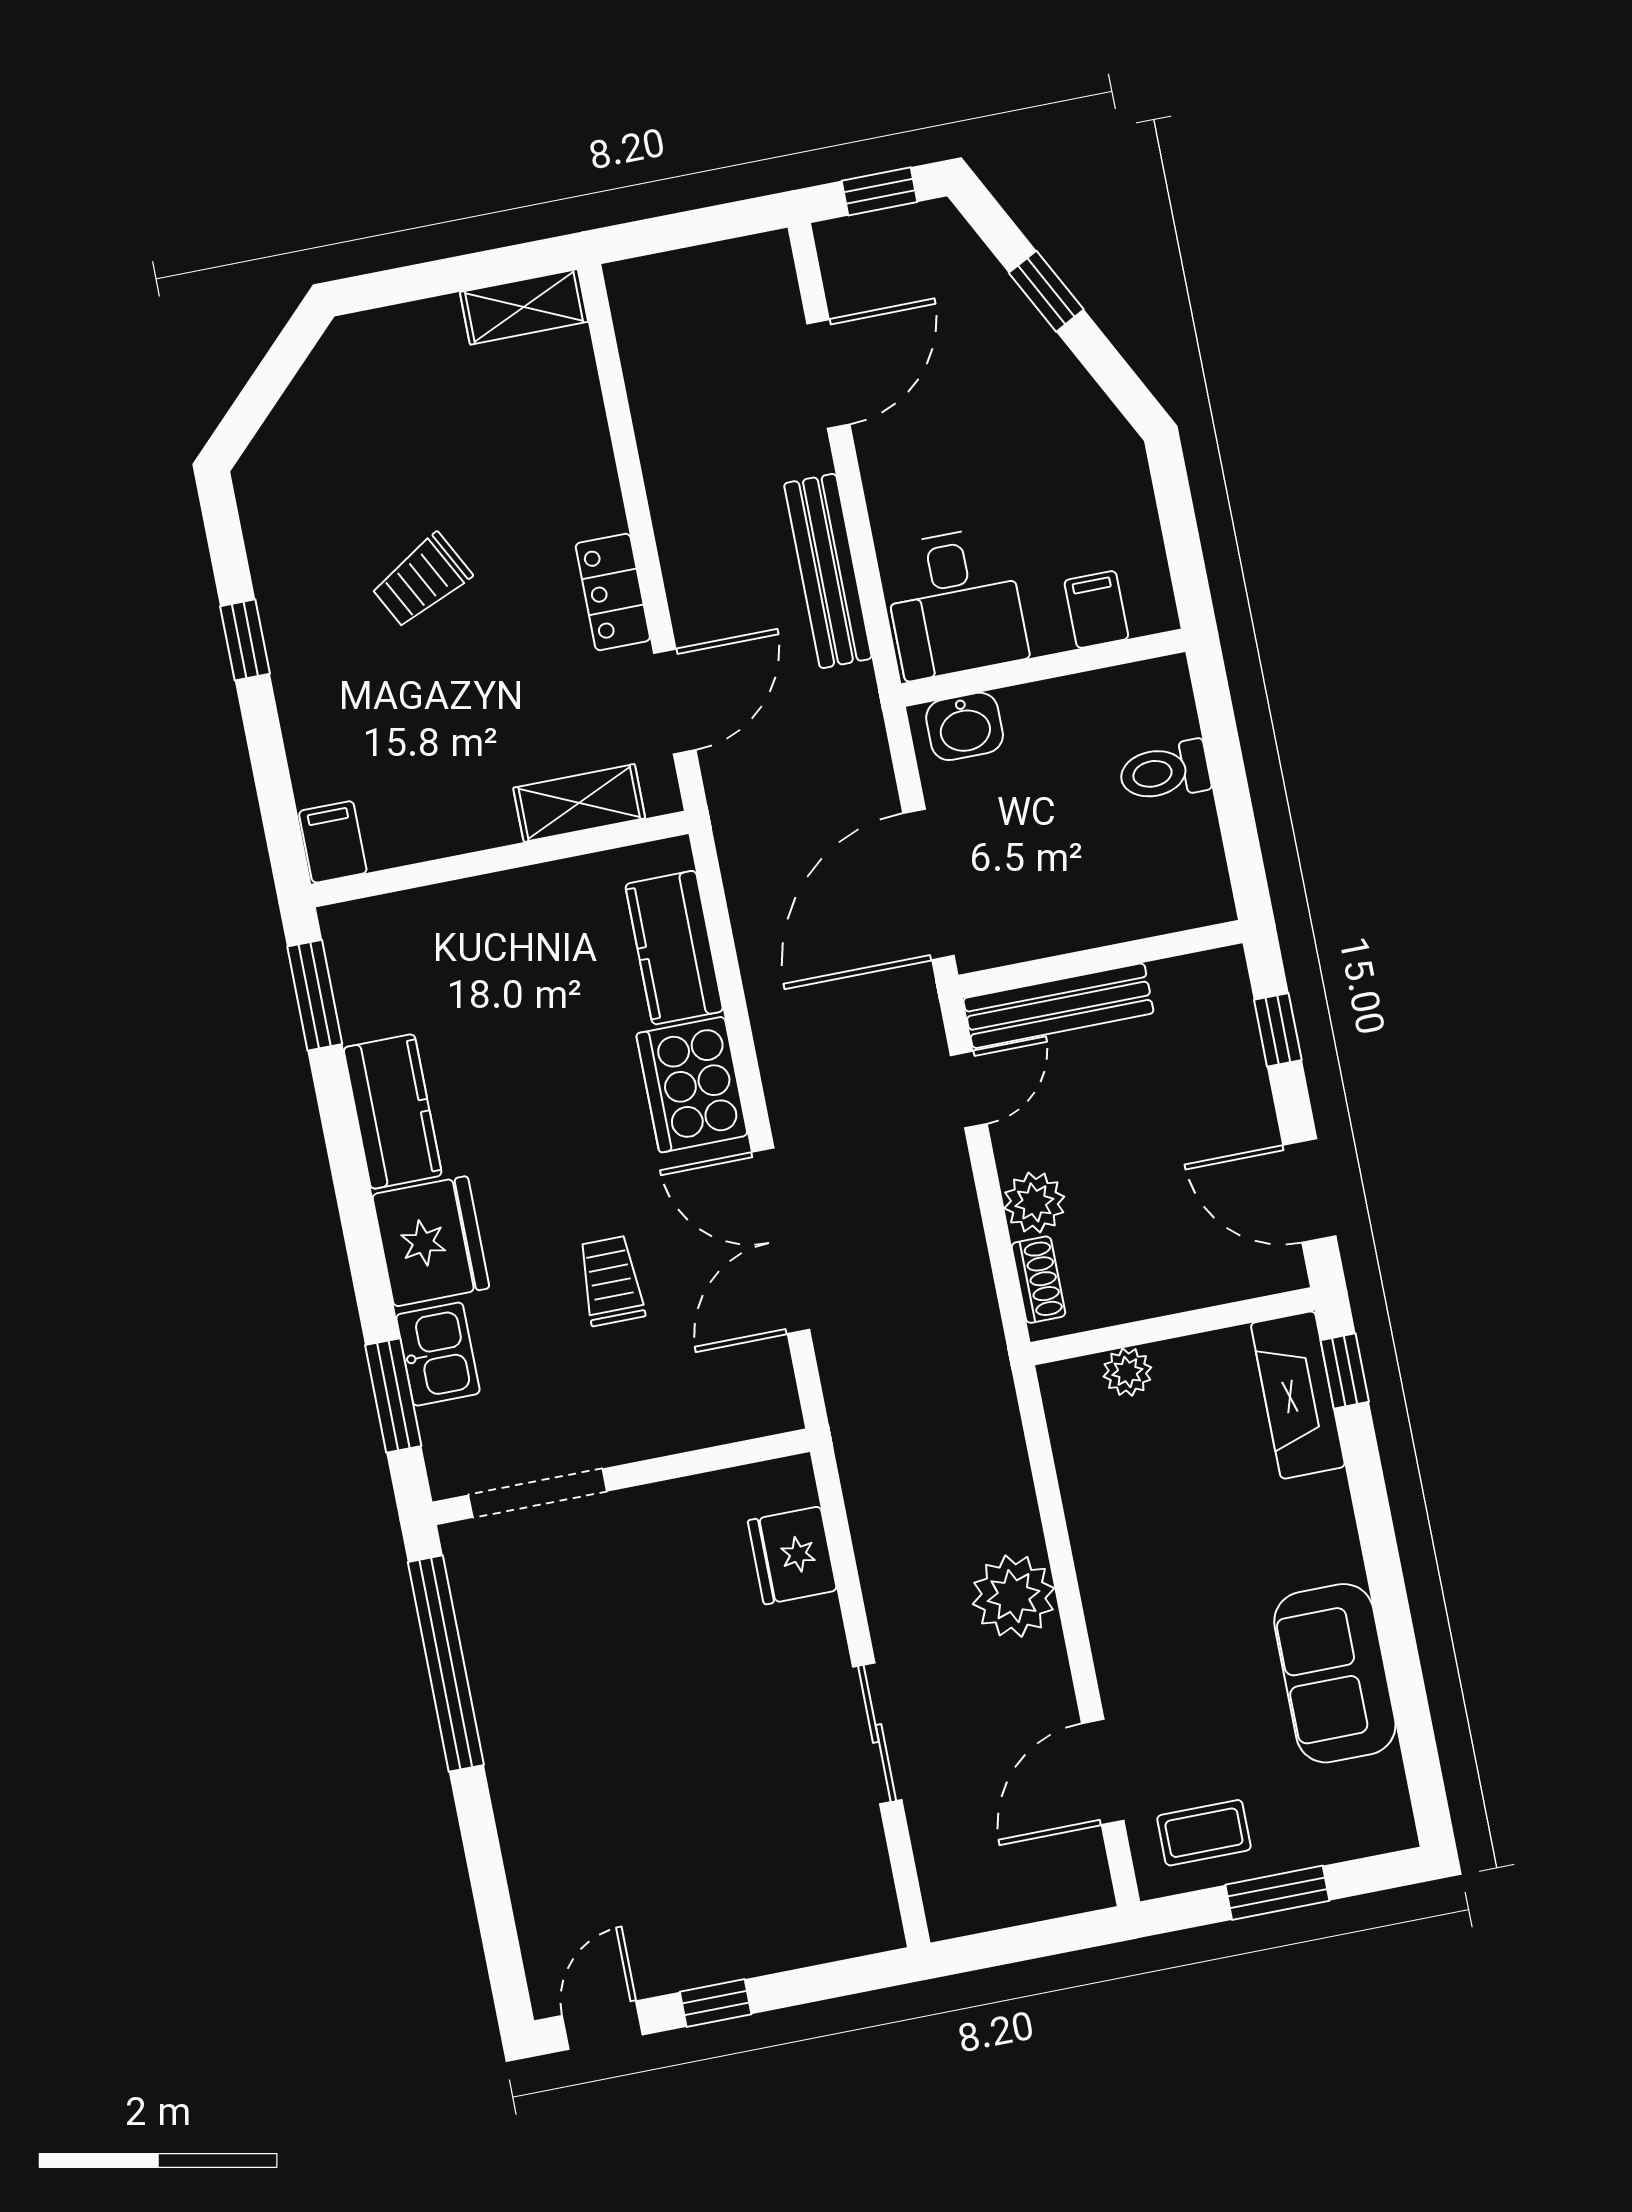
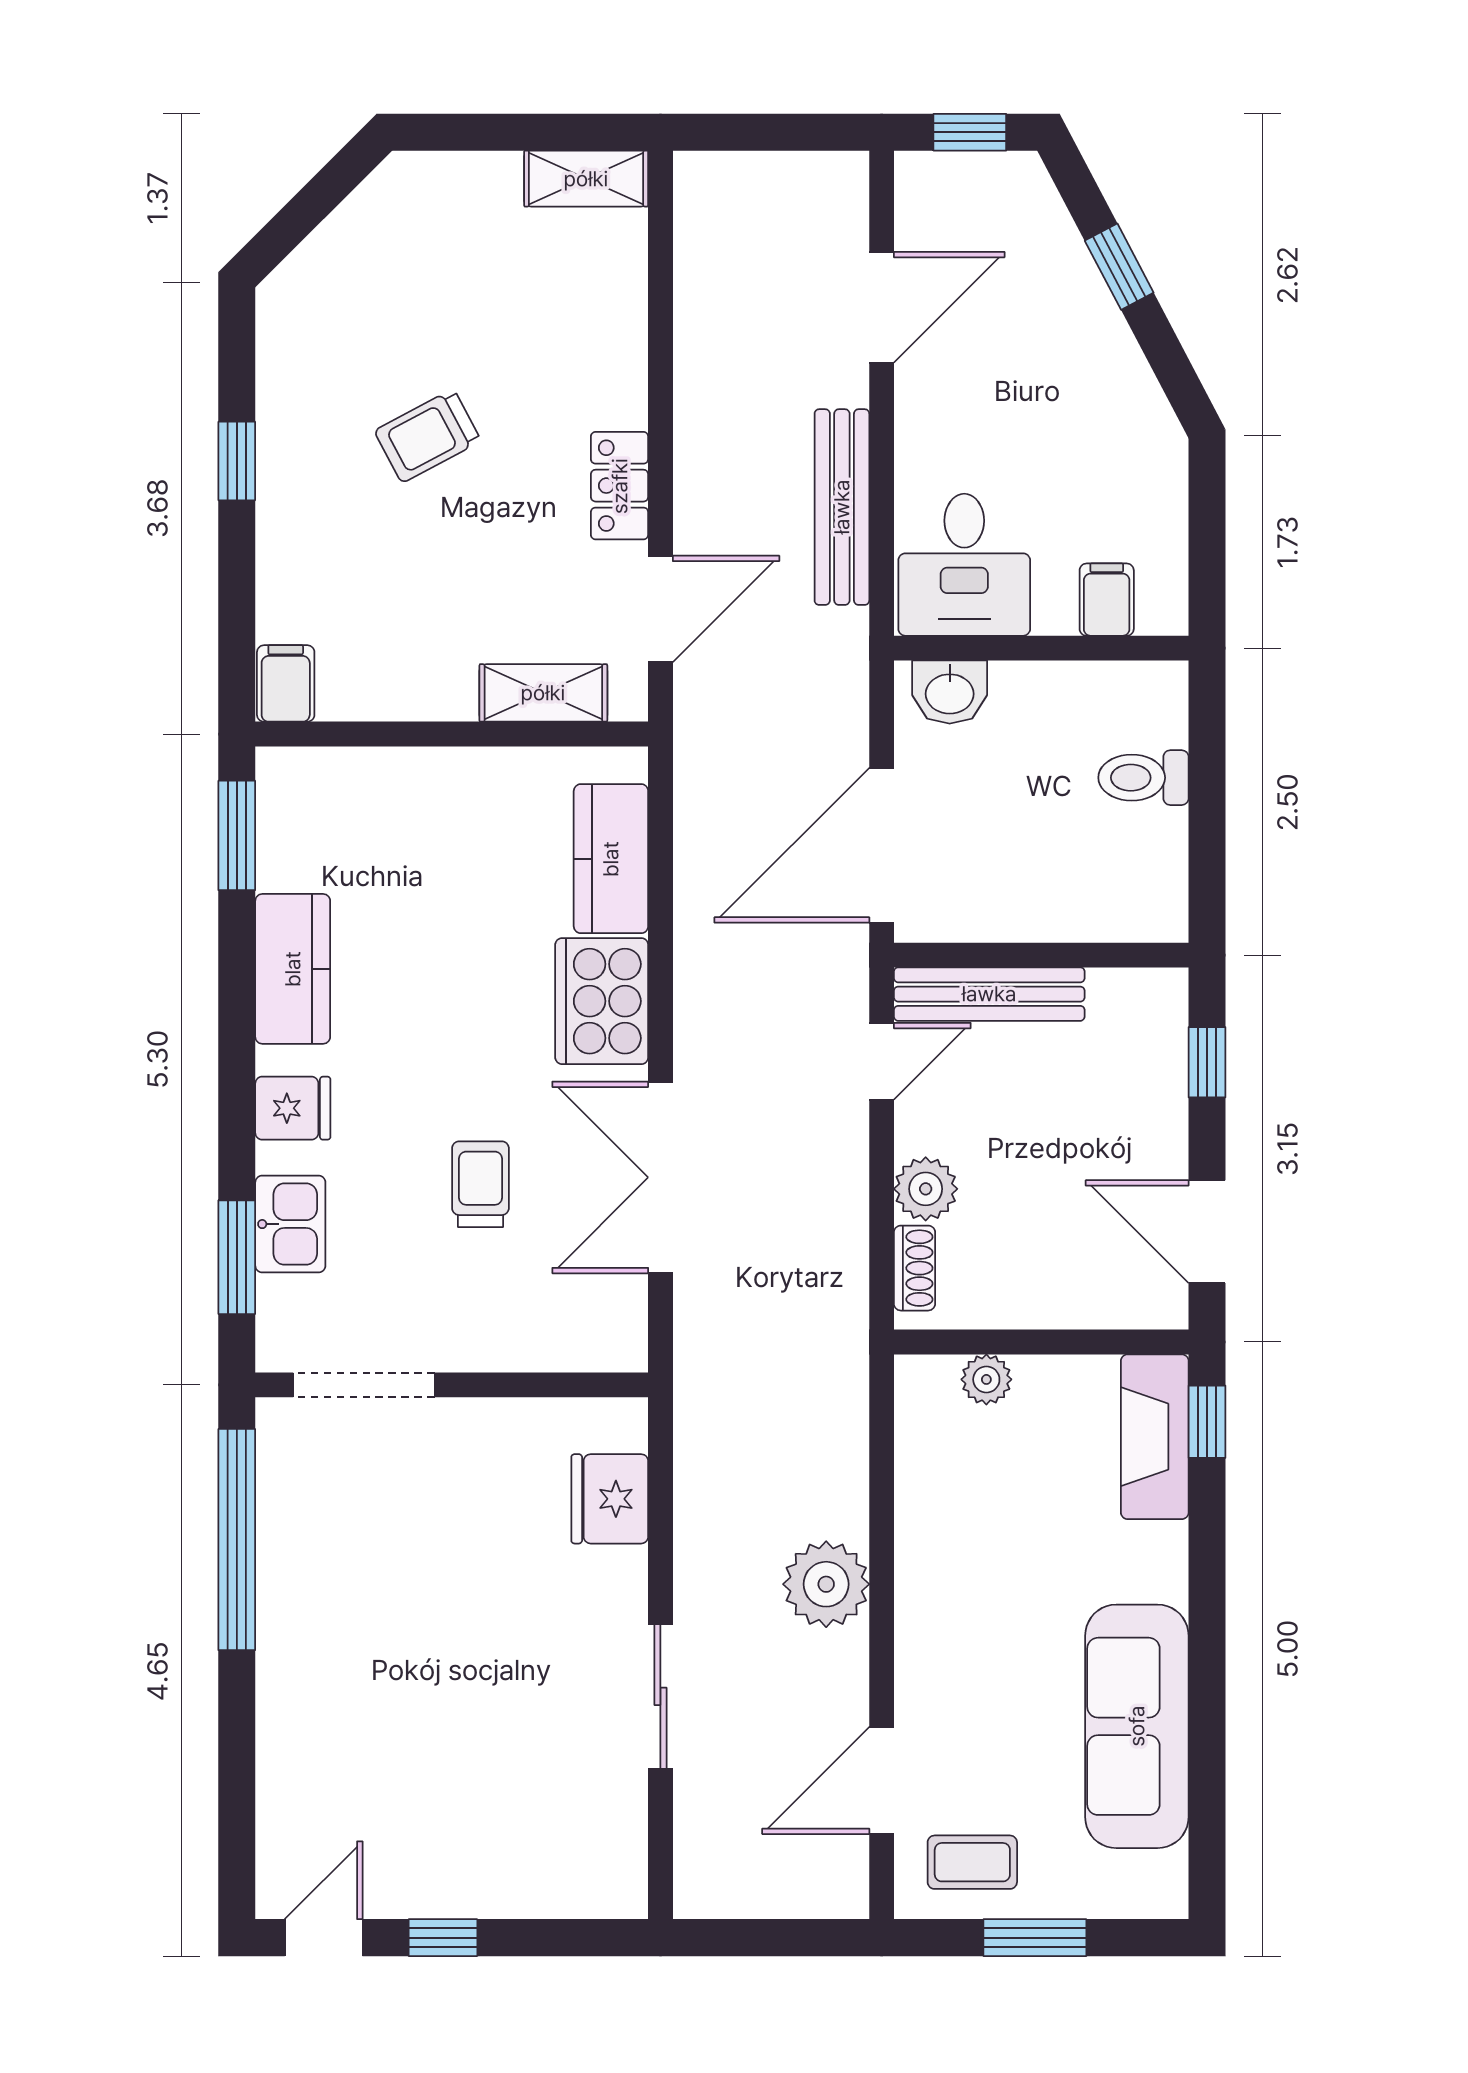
fridge: (431, 1241) -> (293, 1108), width x0.53, depth x0.75
sofa: (1335, 1673) -> (1137, 1726), width x1.36

